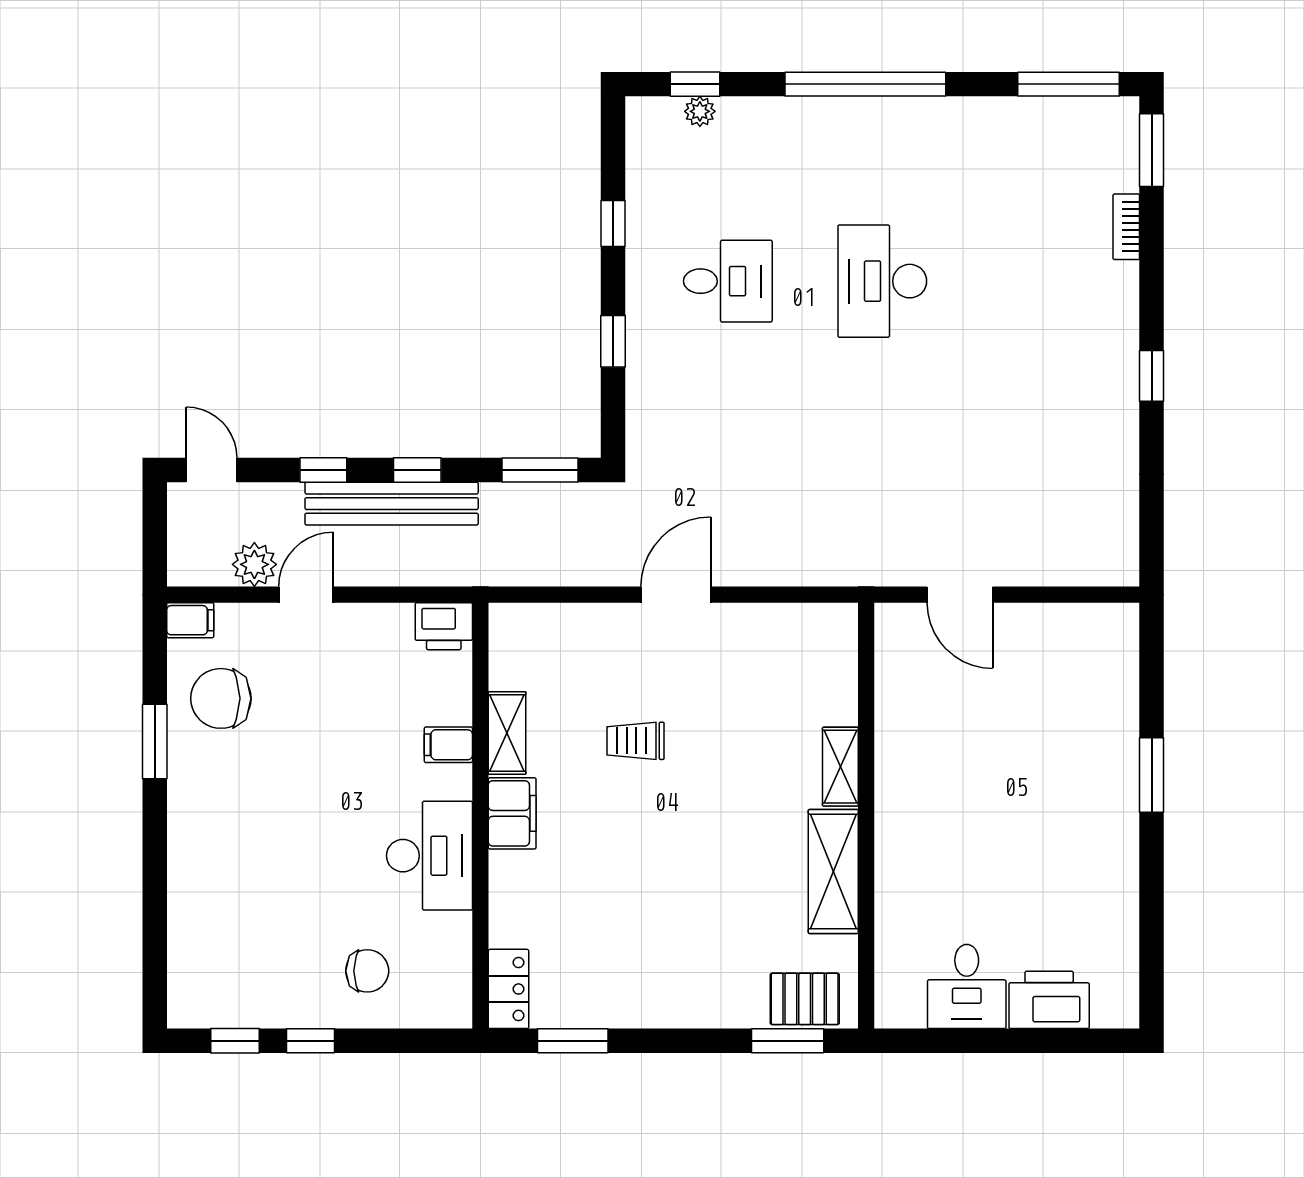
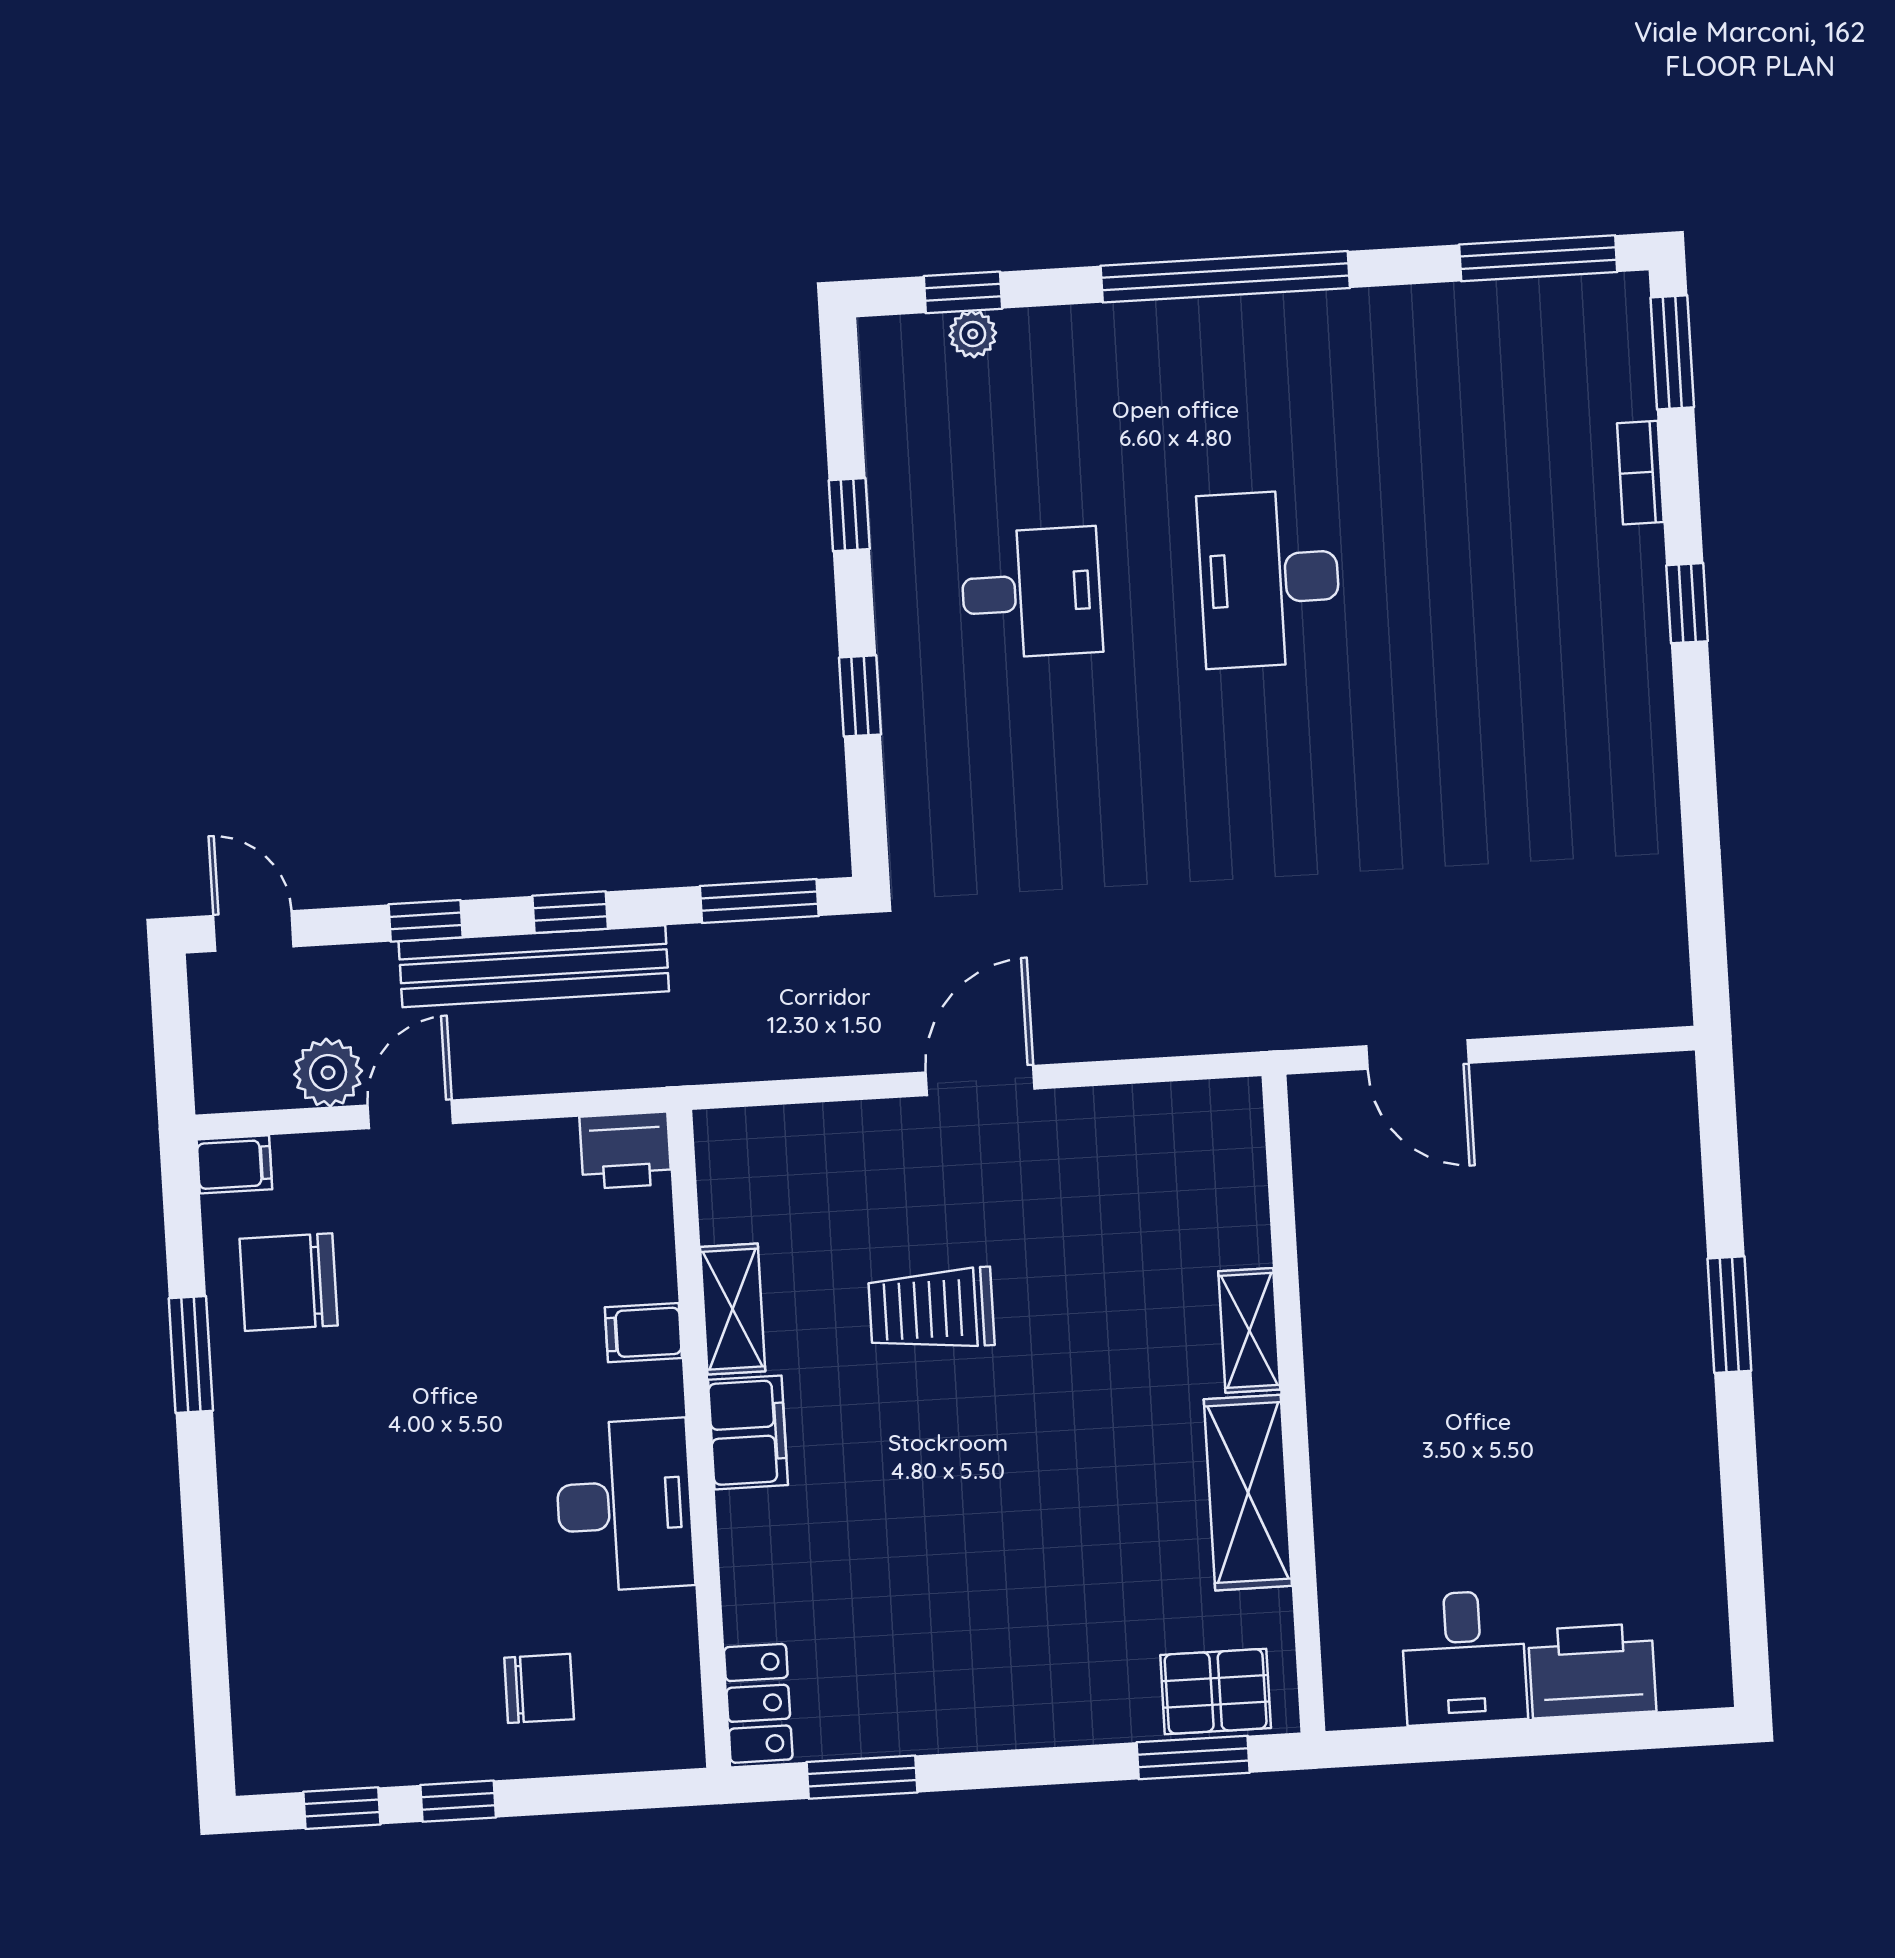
window: (1152, 376) -> (1687, 603), moved
trolley: (636, 741) -> (931, 1309), width x1.36, depth x1.39

